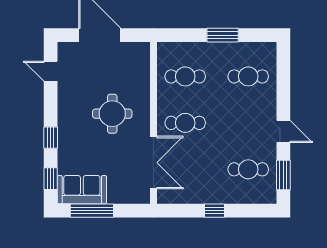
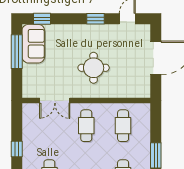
window: (51, 138) -> (96, 19), moved
double door: (153, 163) -> (55, 100), width x0.73

